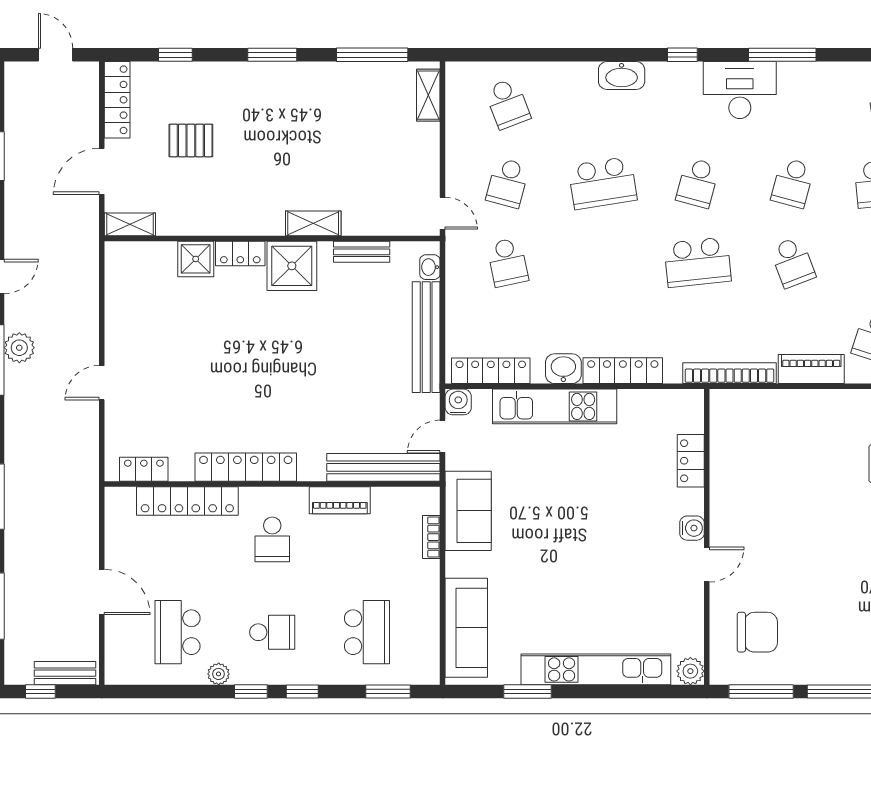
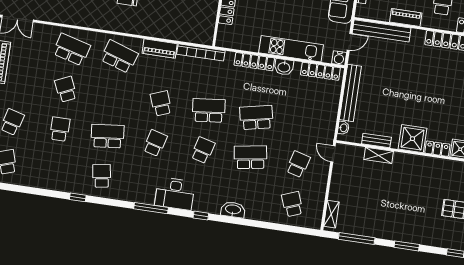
shelving: (313, 223) -> (379, 155), moved
school desk: (508, 262) -> (256, 117), moved, width x1.85

